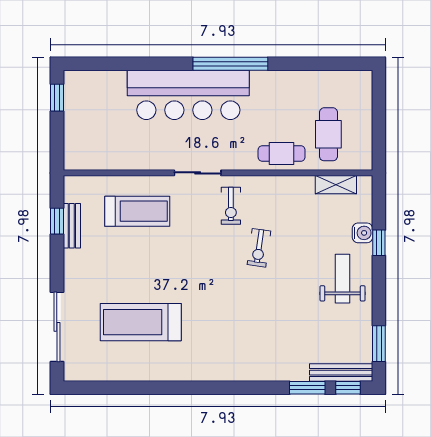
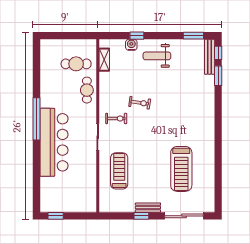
window: (57, 221) -> (141, 216), moved
bench: (72, 226) -> (148, 208), moved

